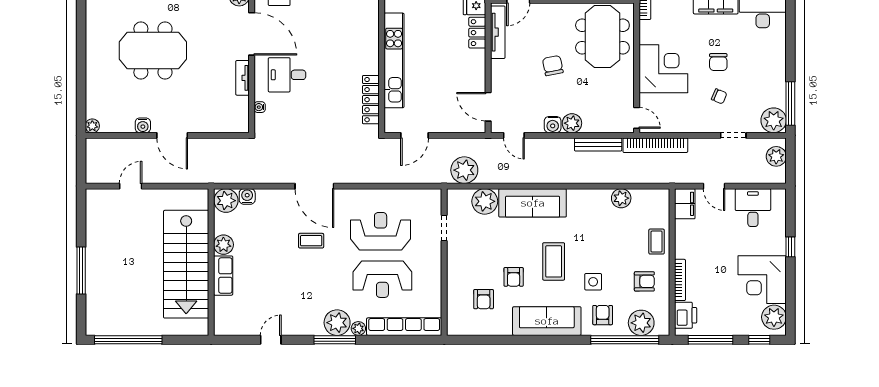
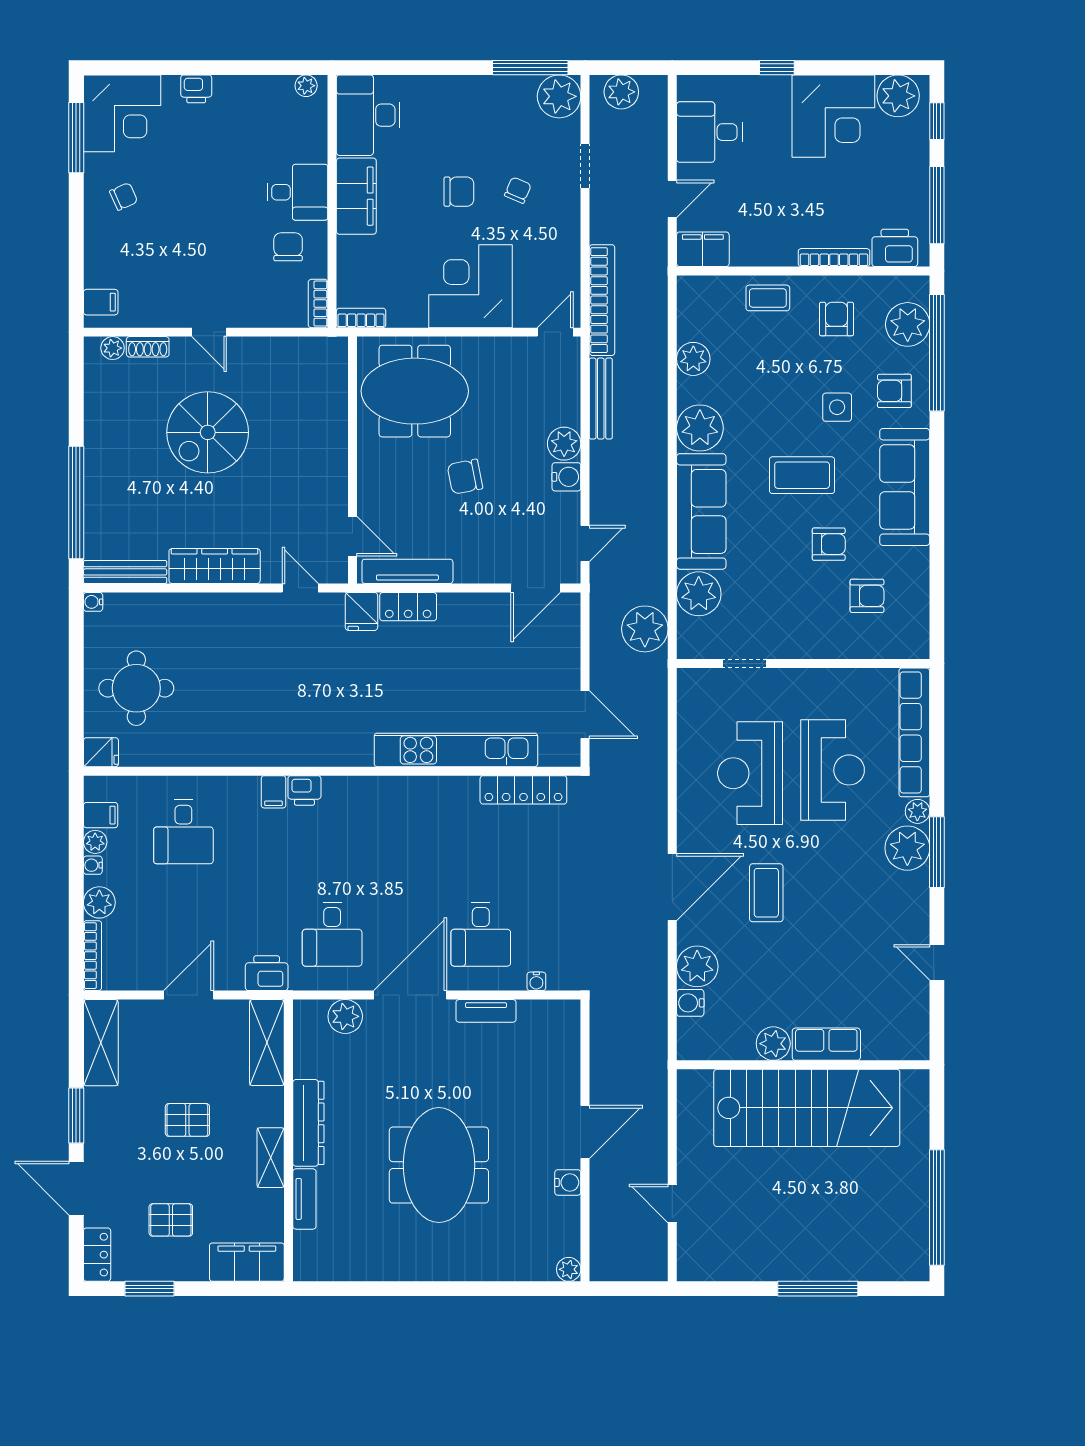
plant: (226, 201) -> (697, 966), moved
plant: (581, 202) -> (700, 428), added
coffee table: (311, 241) -> (766, 893), width x1.36, depth x1.30

